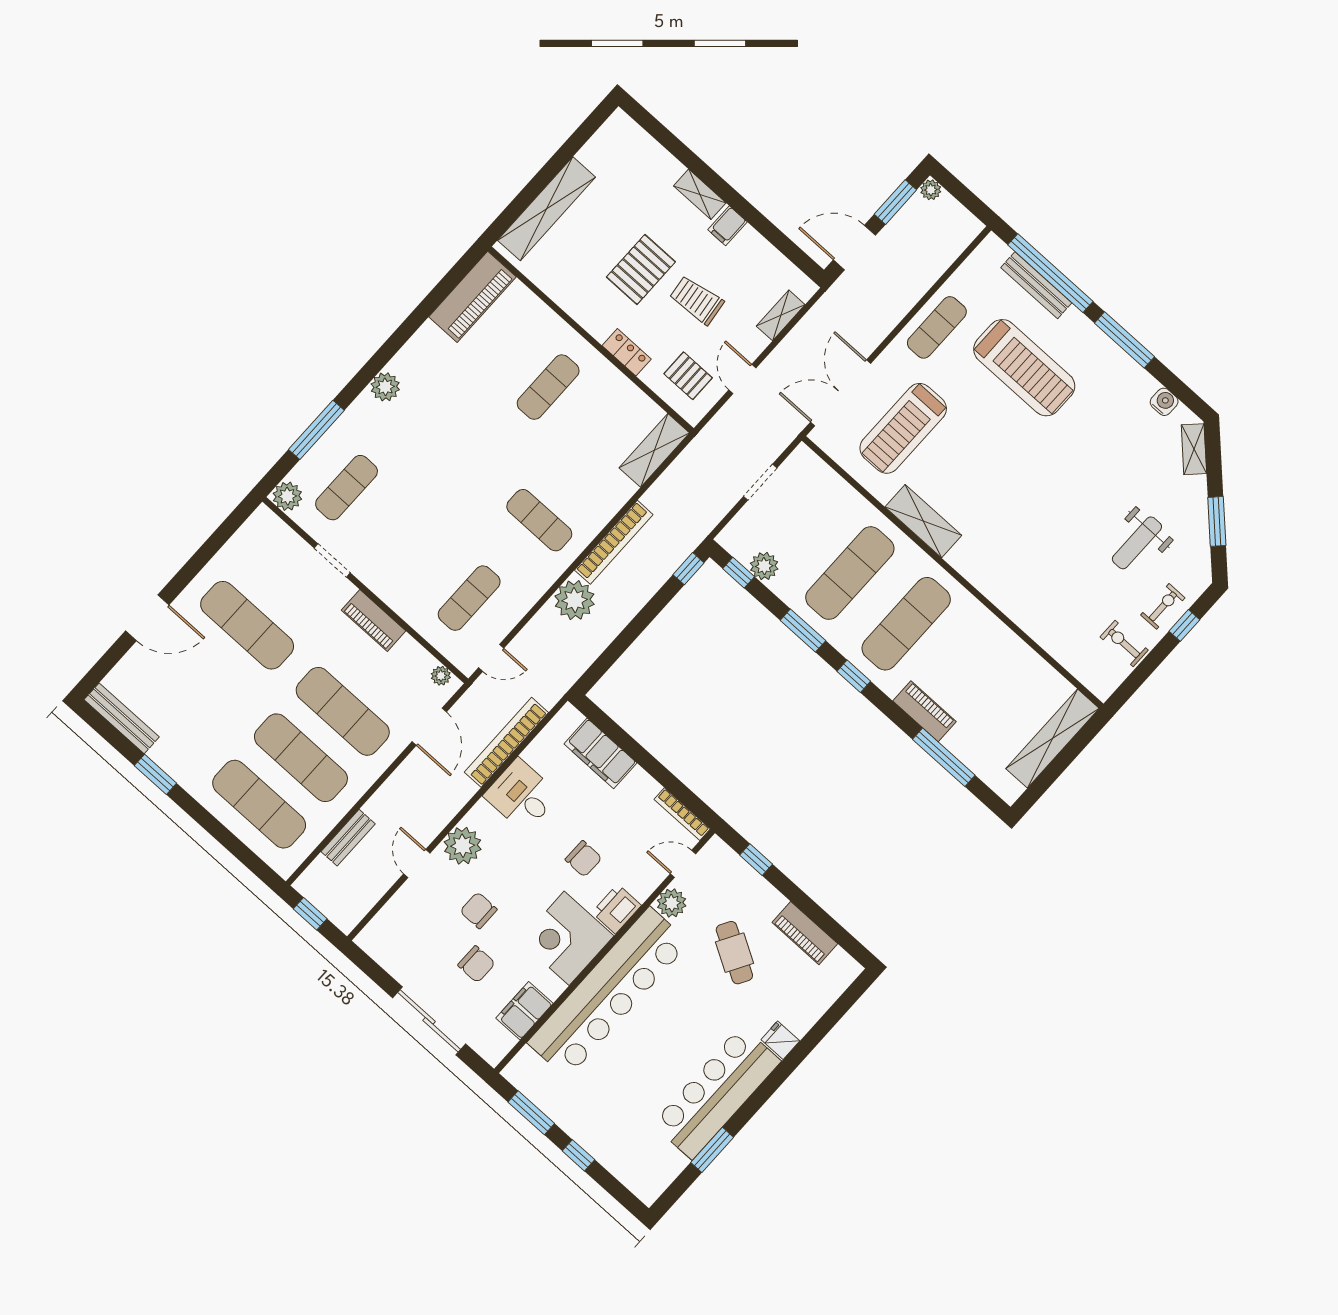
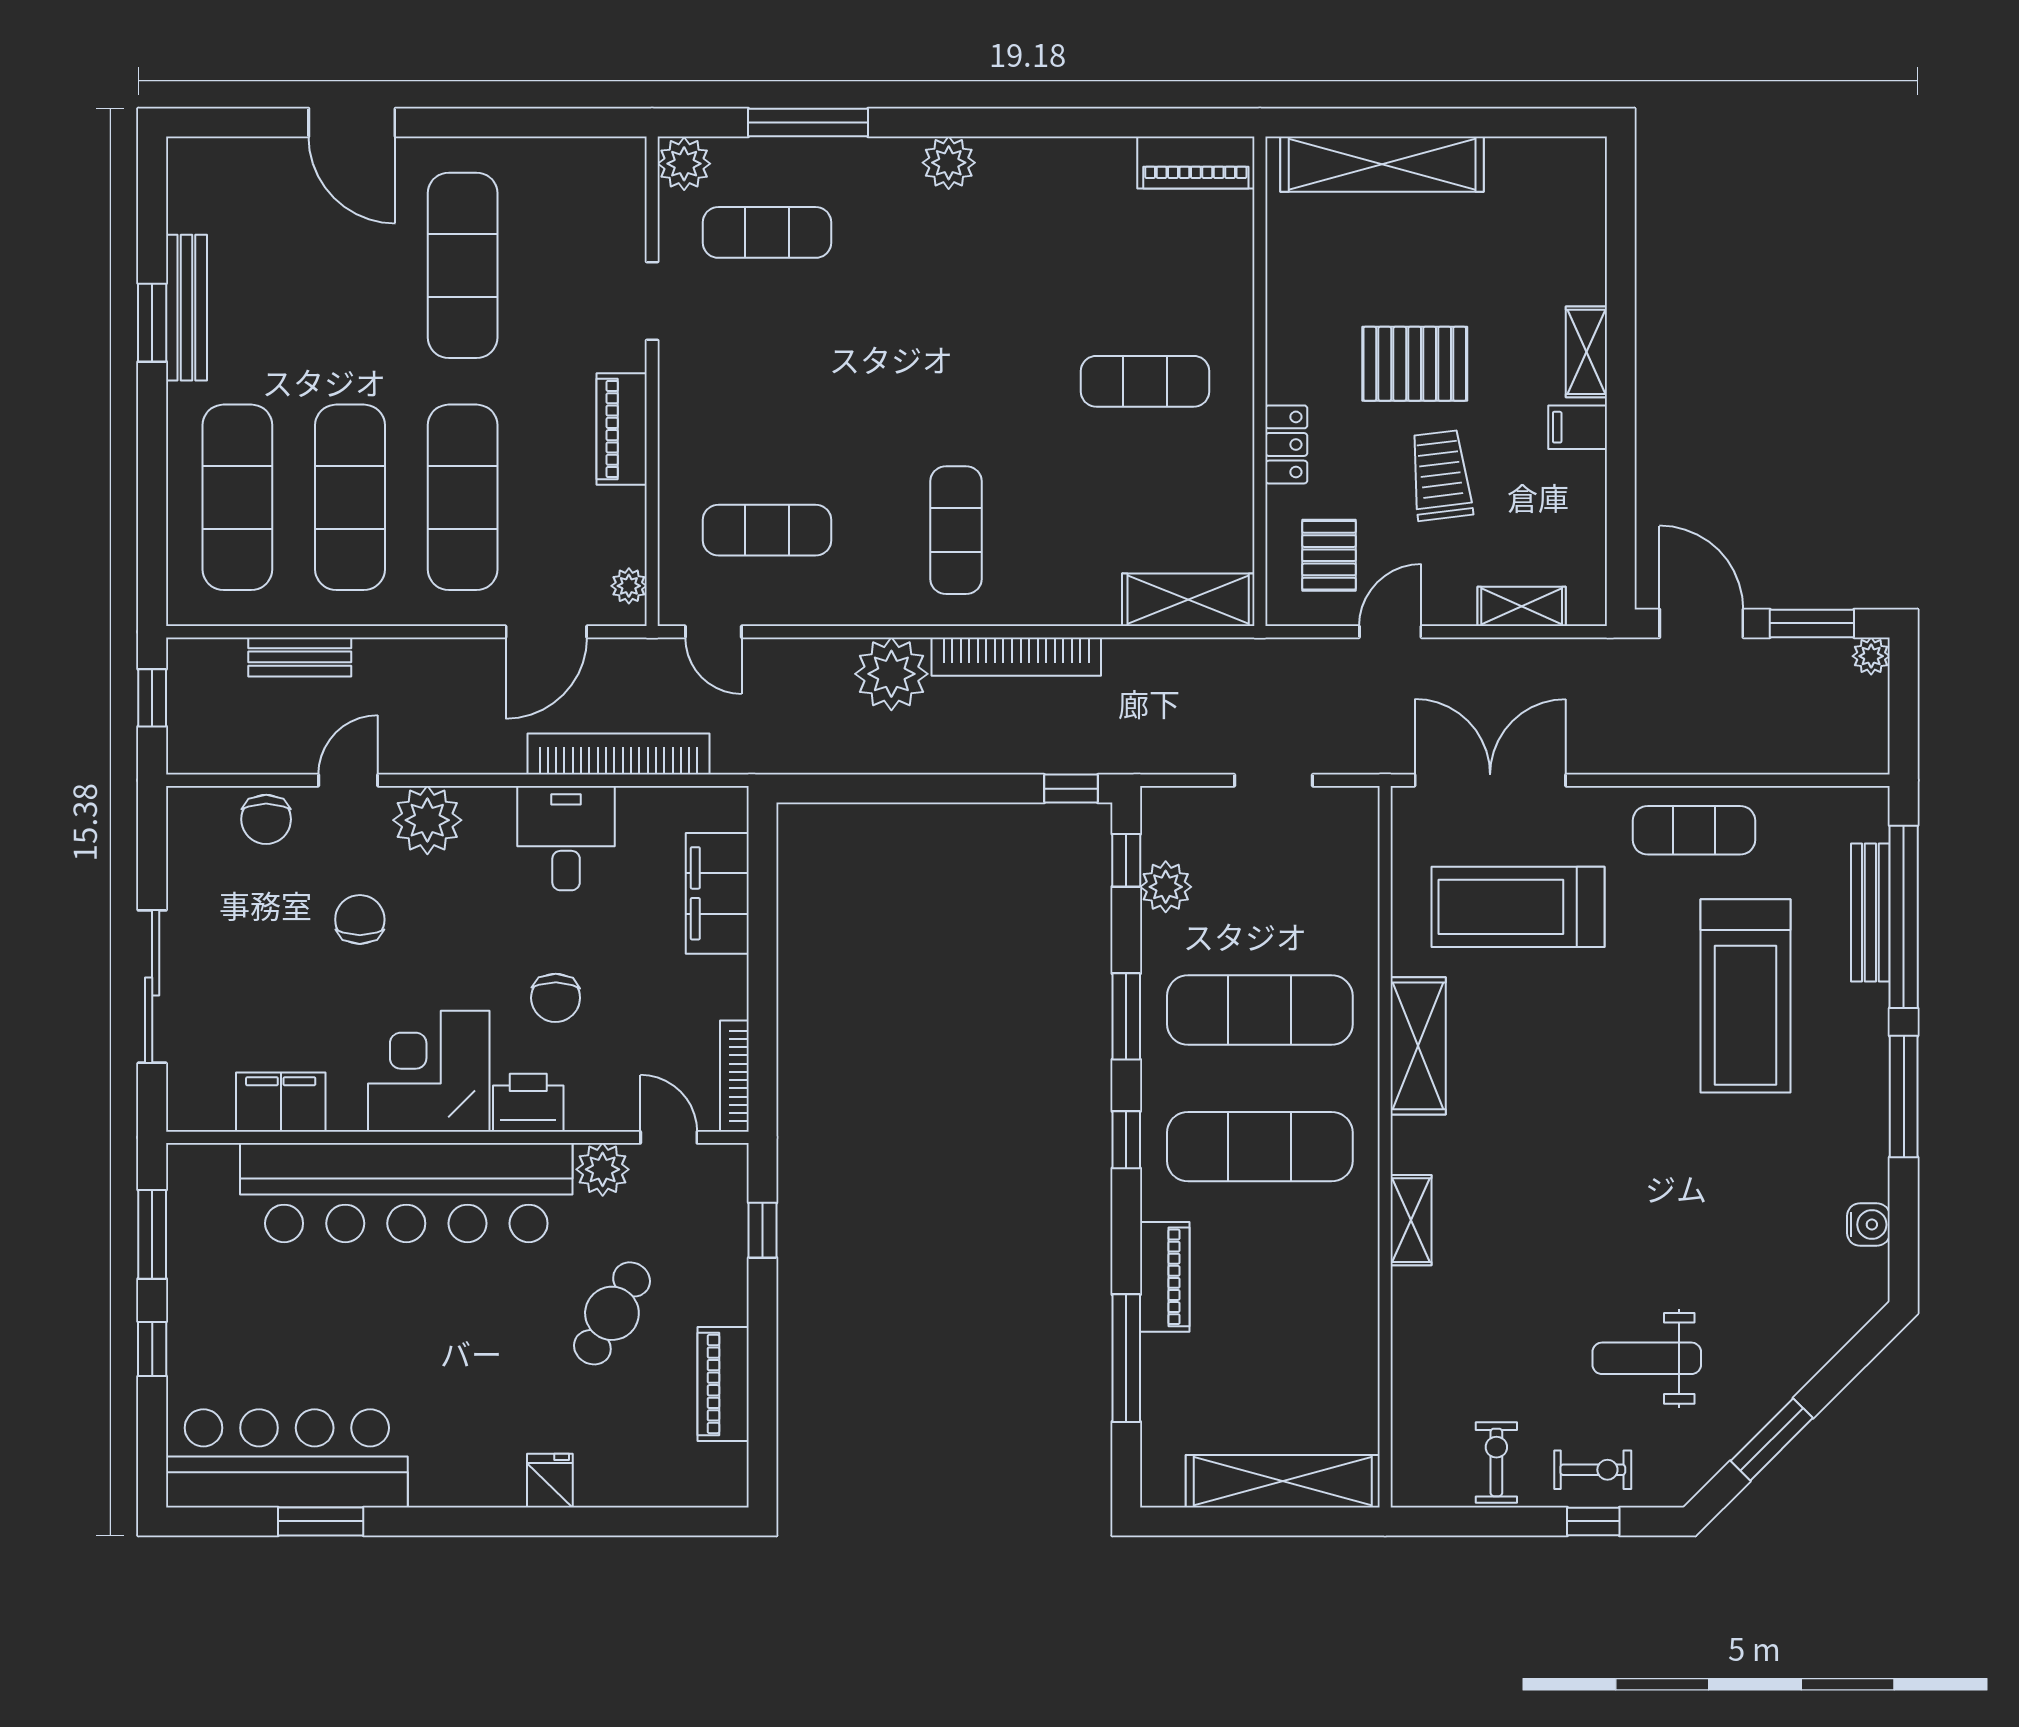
piano: (472, 297) -> (1196, 162), width x0.73, depth x0.75
shelving: (1194, 449) -> (1411, 1220), moved, turned -45
bench: (122, 718) -> (186, 308), moved
chair: (476, 964) -> (266, 819), moved
bar counter: (717, 1093) -> (287, 1458), moved

